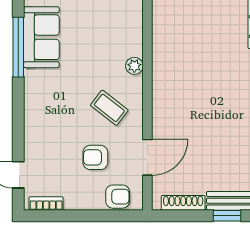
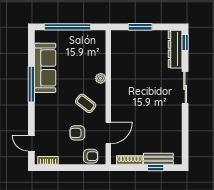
sofa: (41, 37) -> (45, 68), width x1.36
window: (18, 47) -> (31, 84), moved

